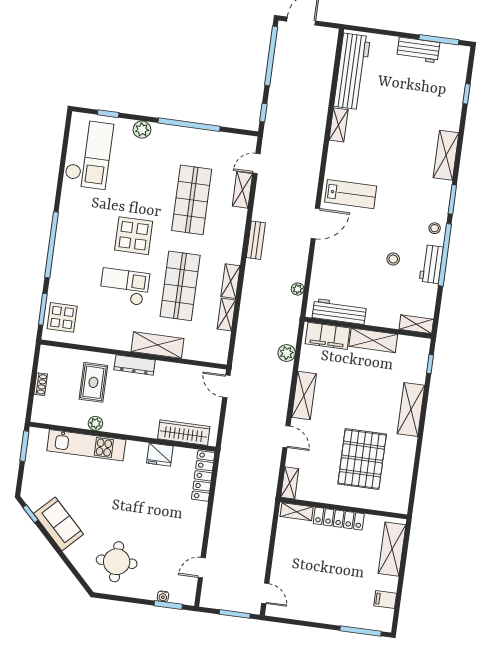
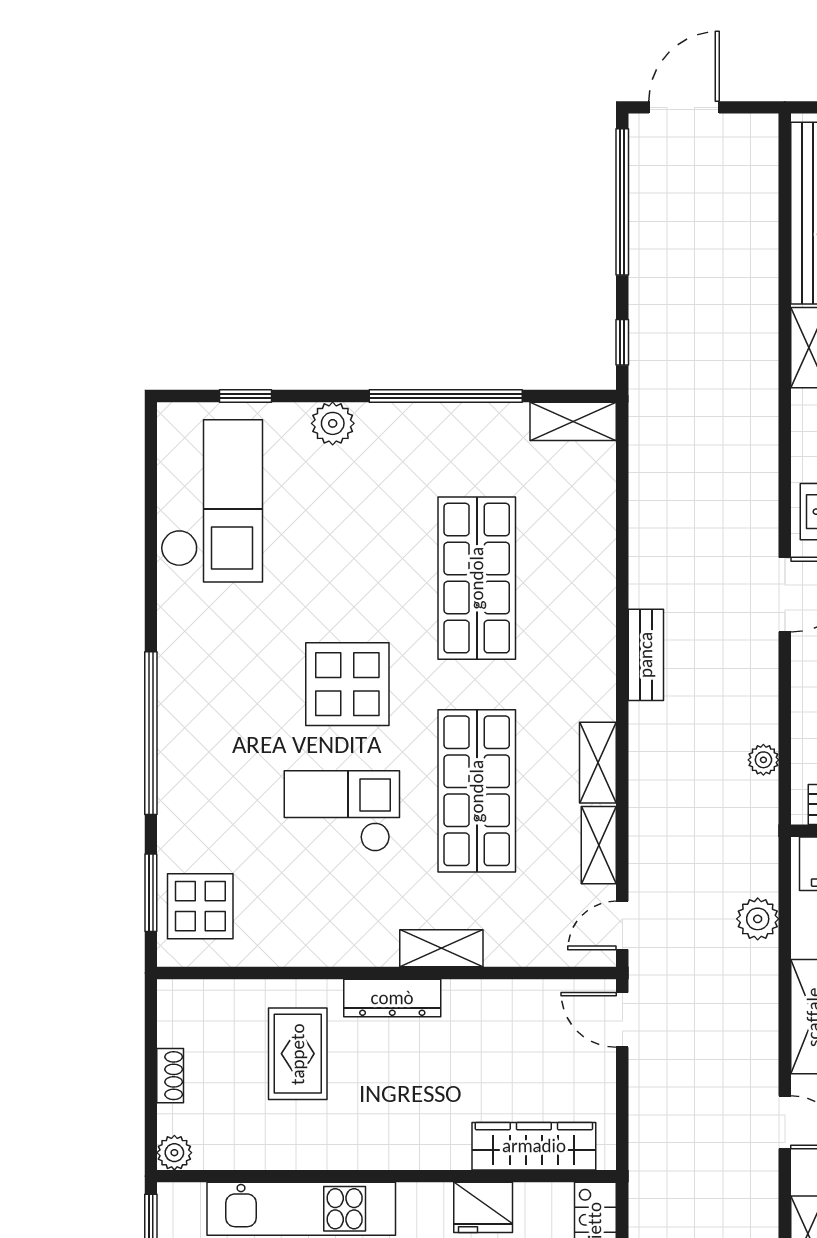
door: (256, 163) -> (622, 925), moved
shelving: (242, 190) -> (573, 421), moved, turned 90
shelving: (158, 345) -> (441, 948), width x0.67, depth x0.75
plant: (95, 423) -> (174, 1153), moved

